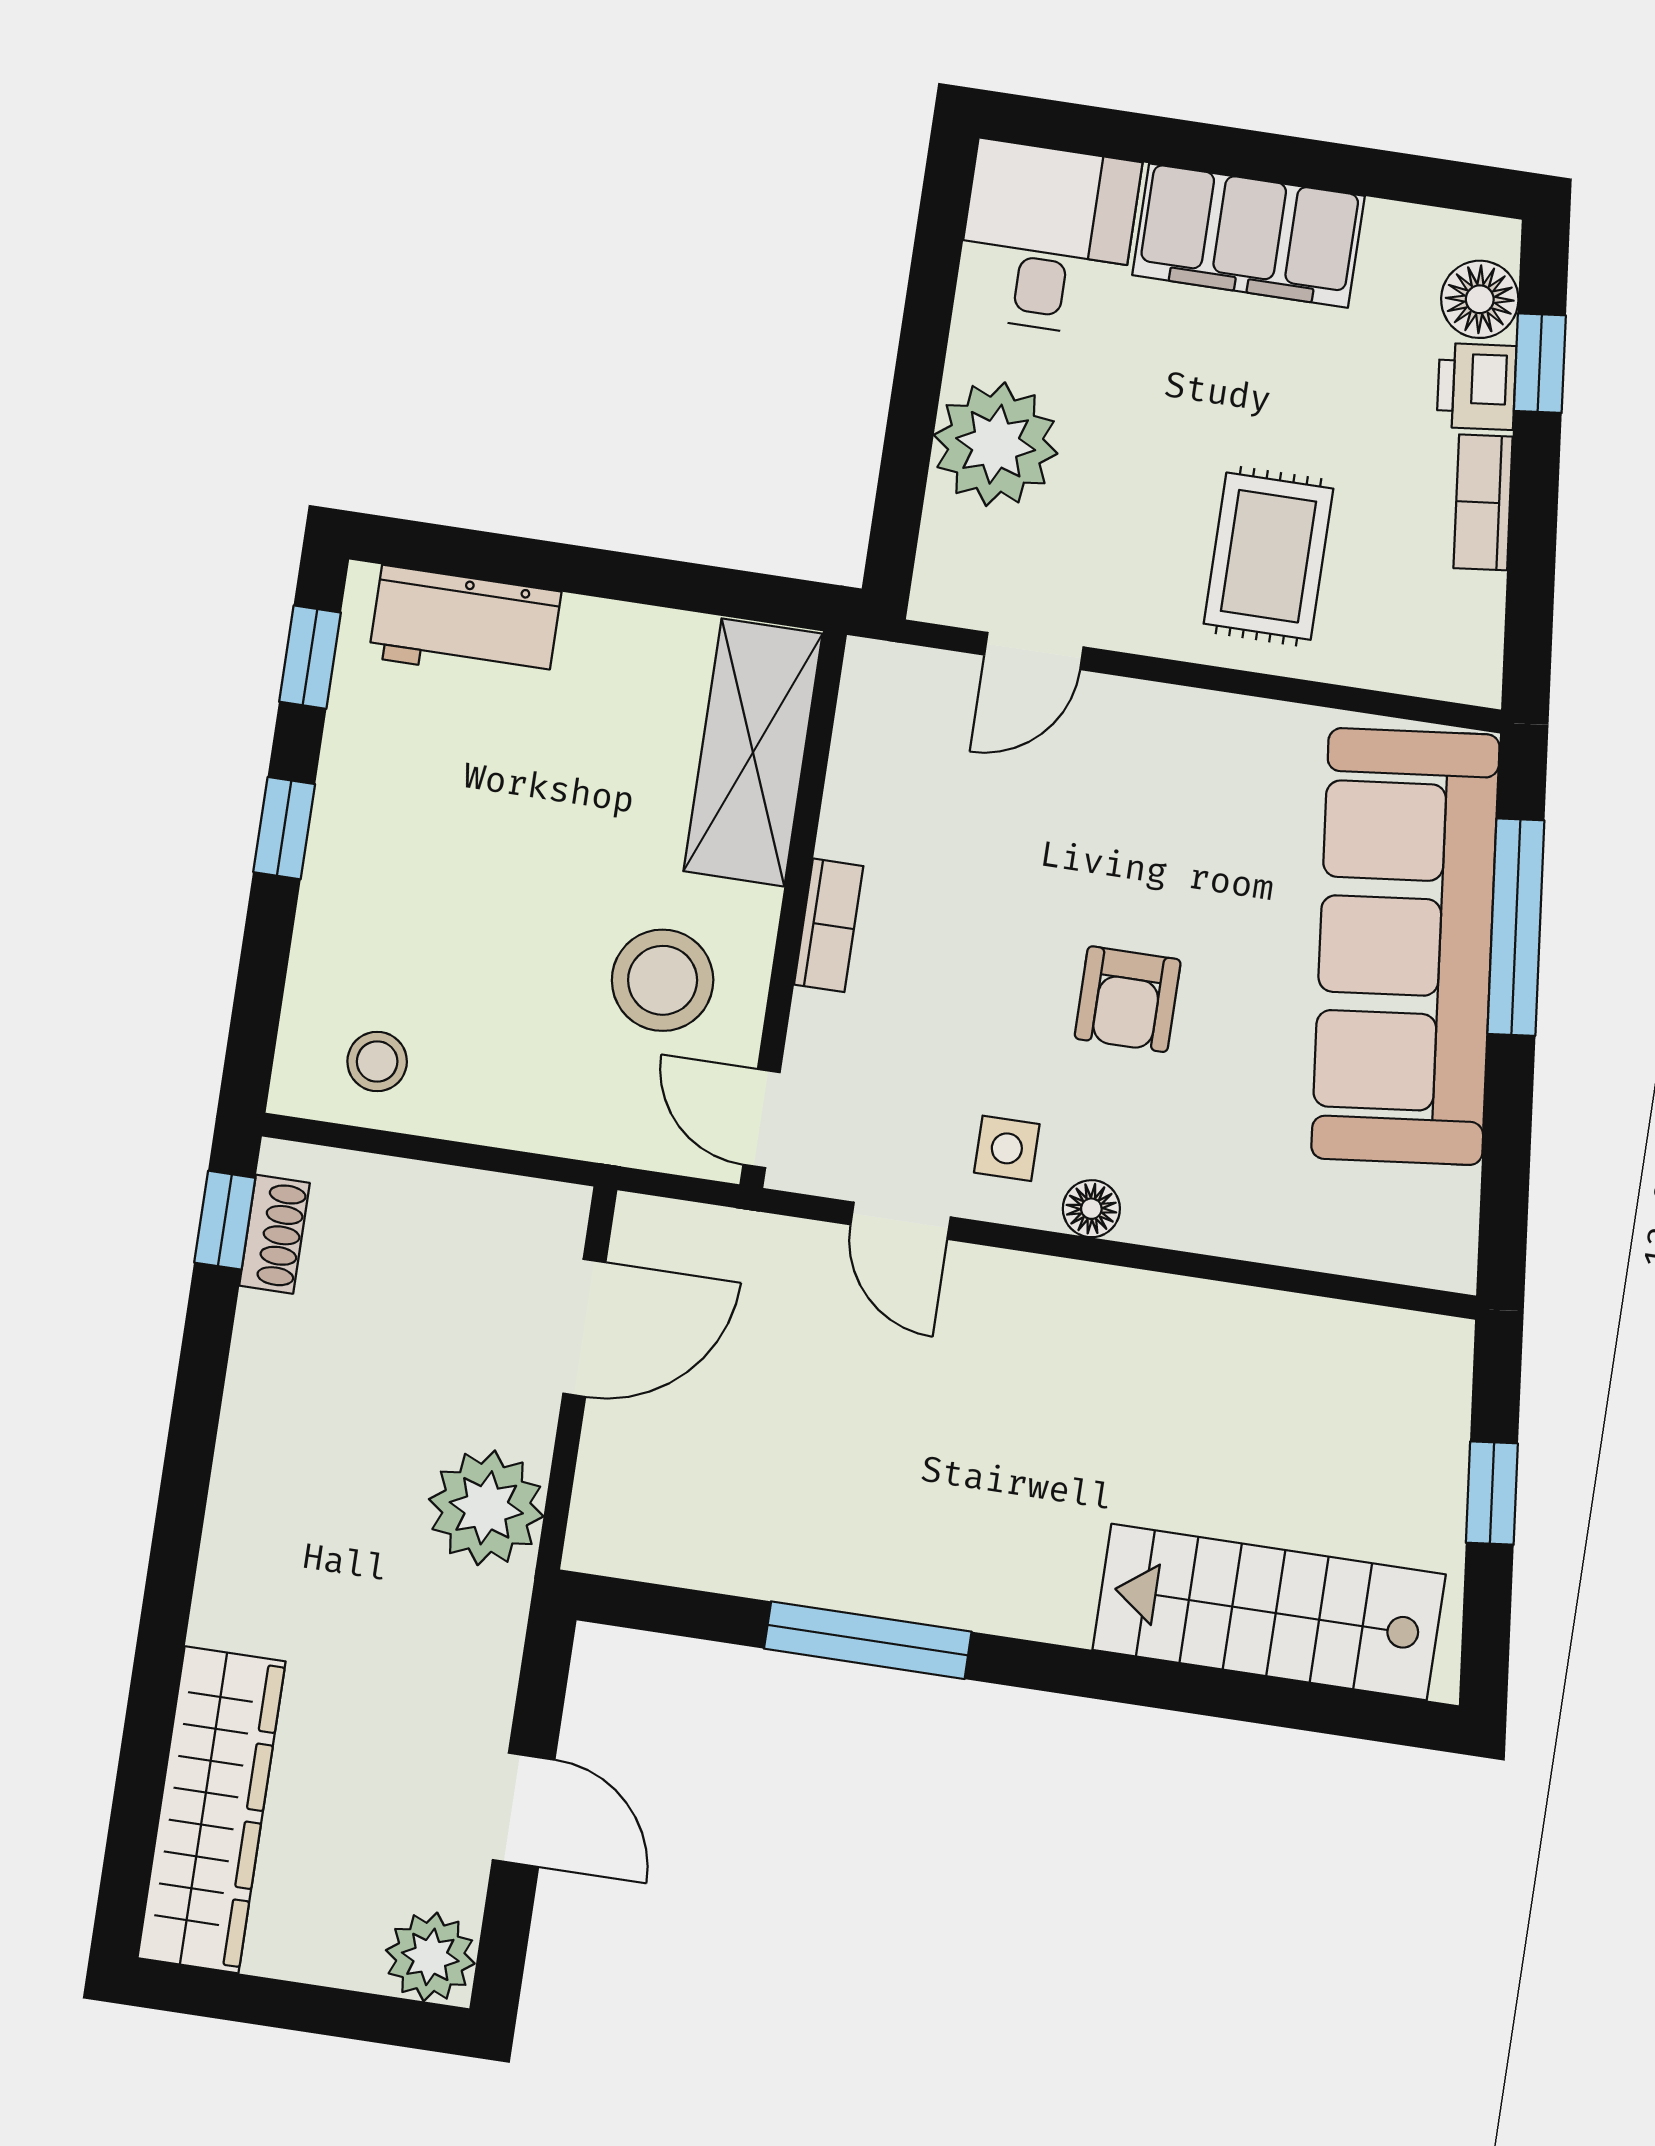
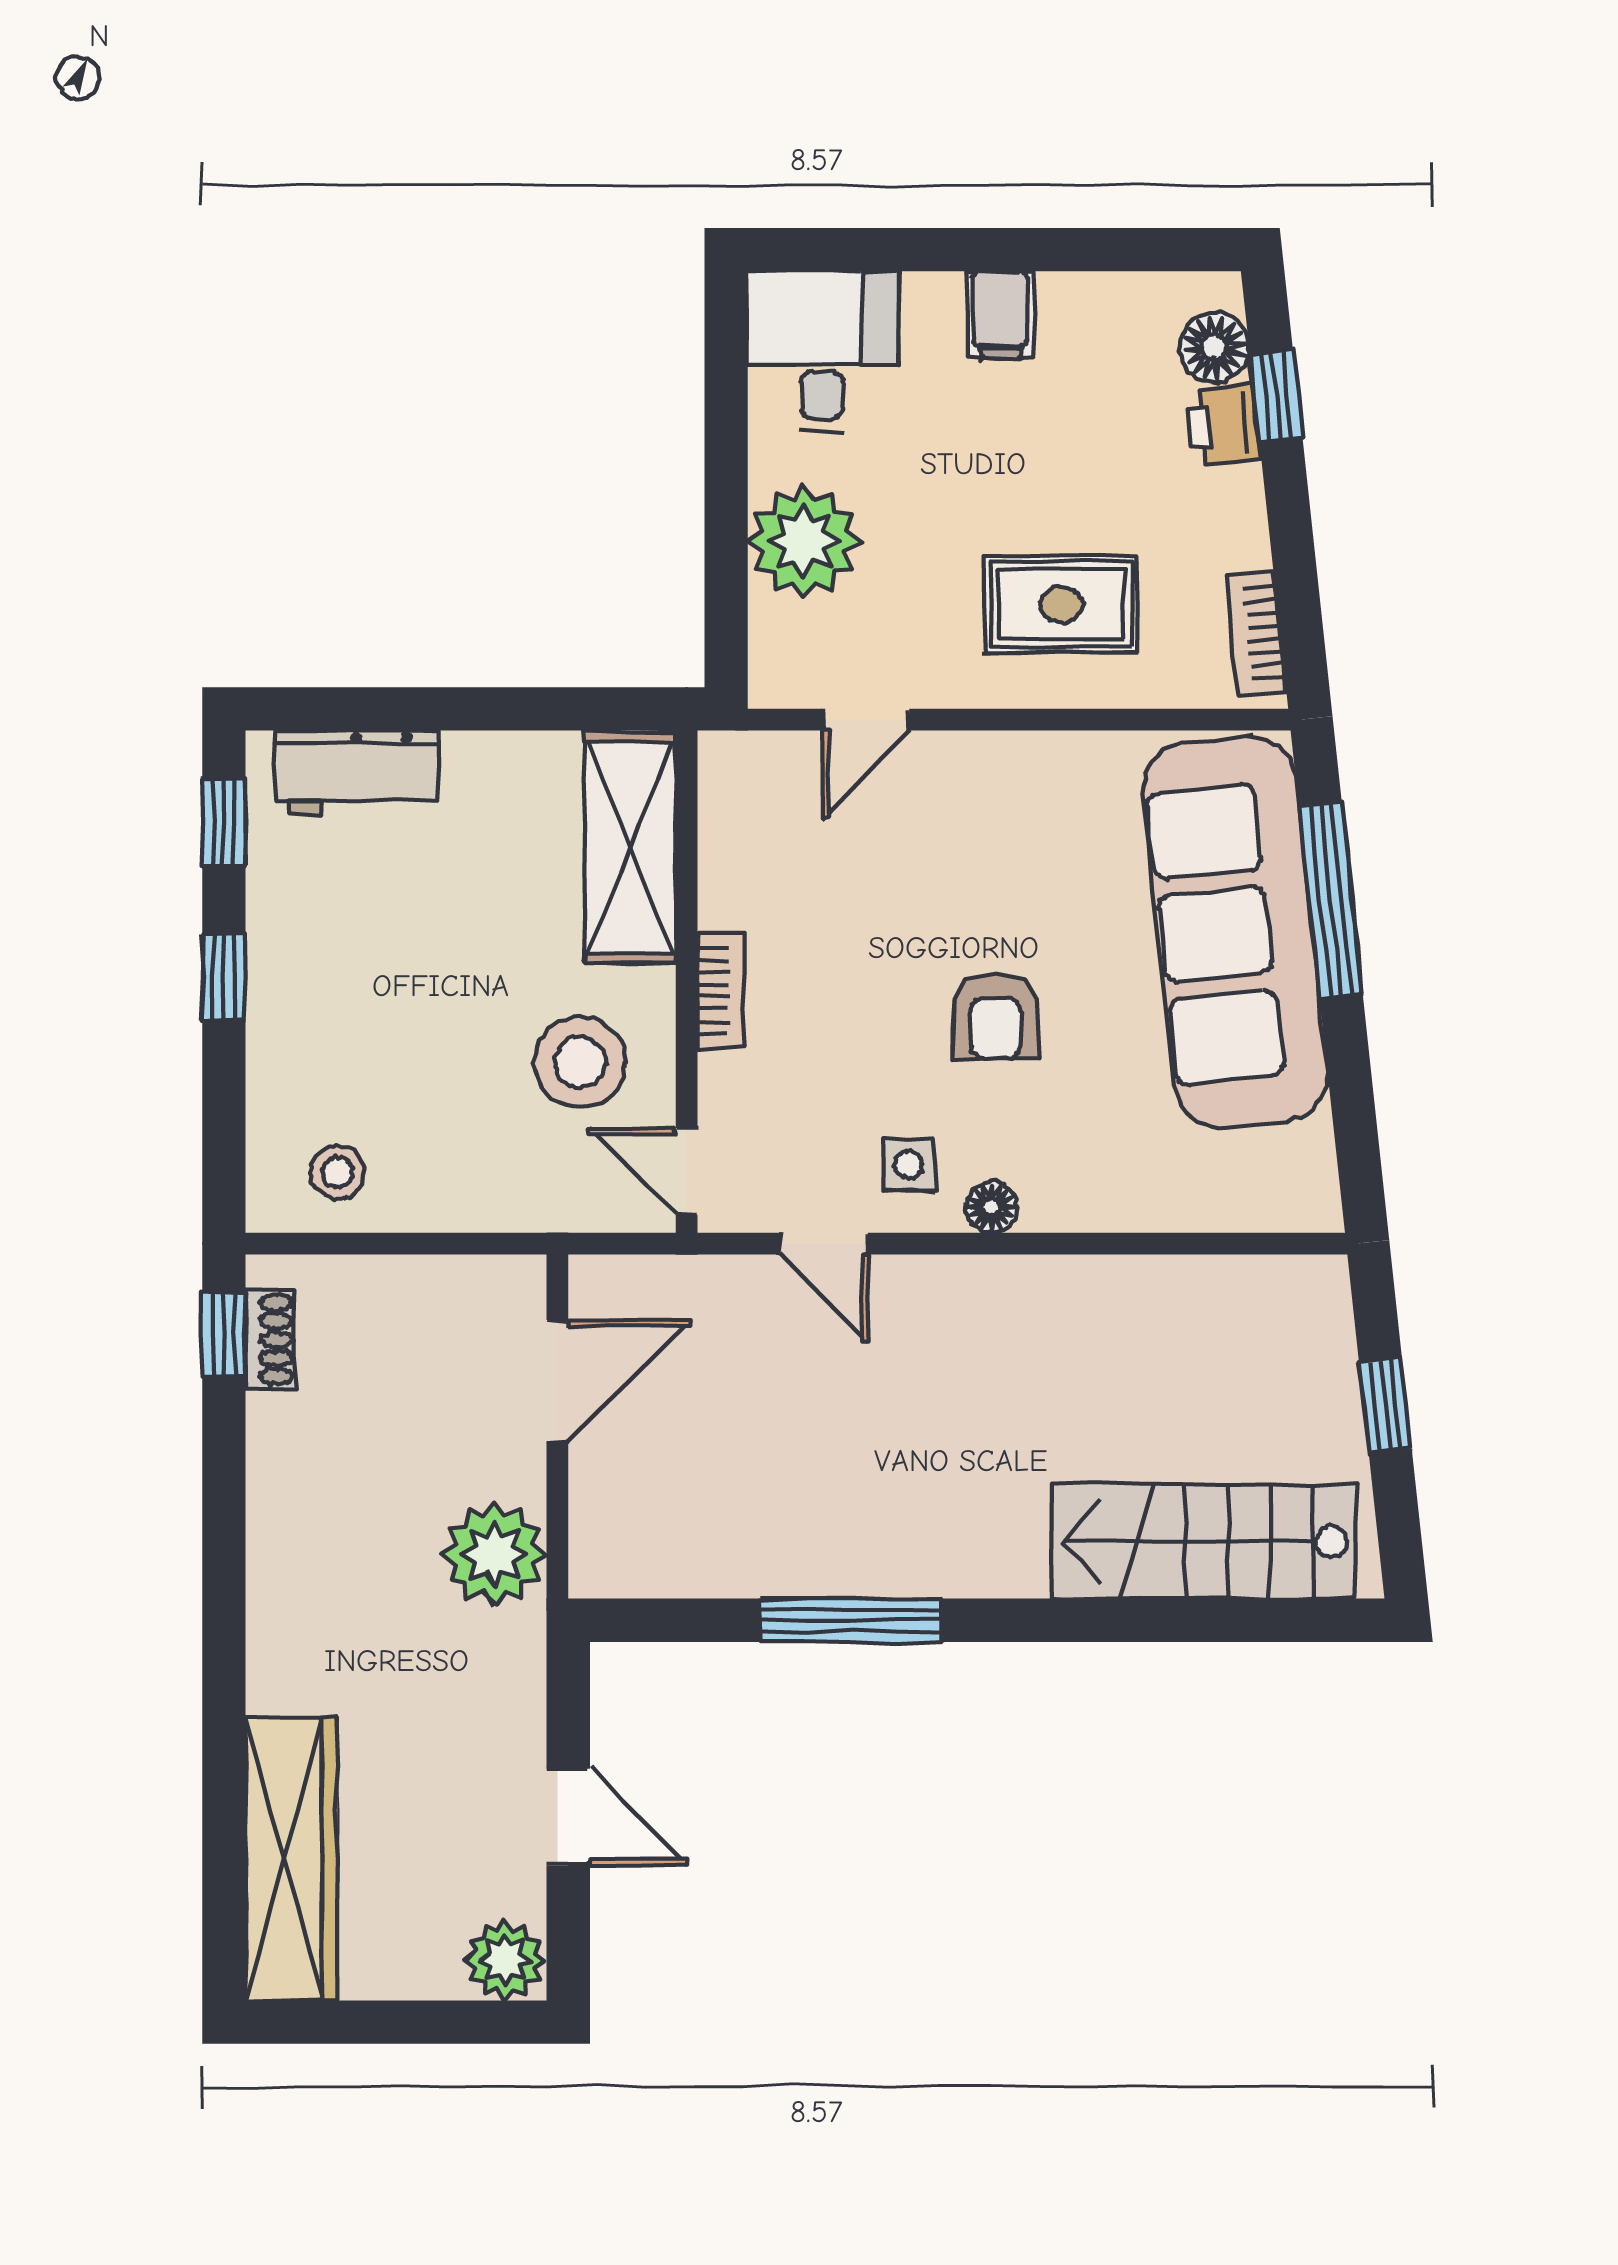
filing cabinet: (1249, 236) -> (1000, 315), width x0.33, depth x0.86
bookcase: (1483, 502) -> (1256, 634), moved
rug: (1268, 556) -> (1061, 604), turned 90

